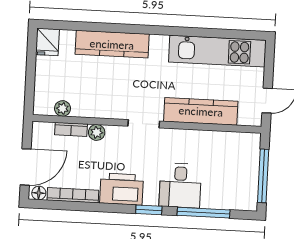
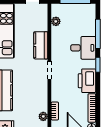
kitchen counter: (201, 111) -> (41, 45), width x0.67
plant: (97, 132) -> (56, 21), moved

